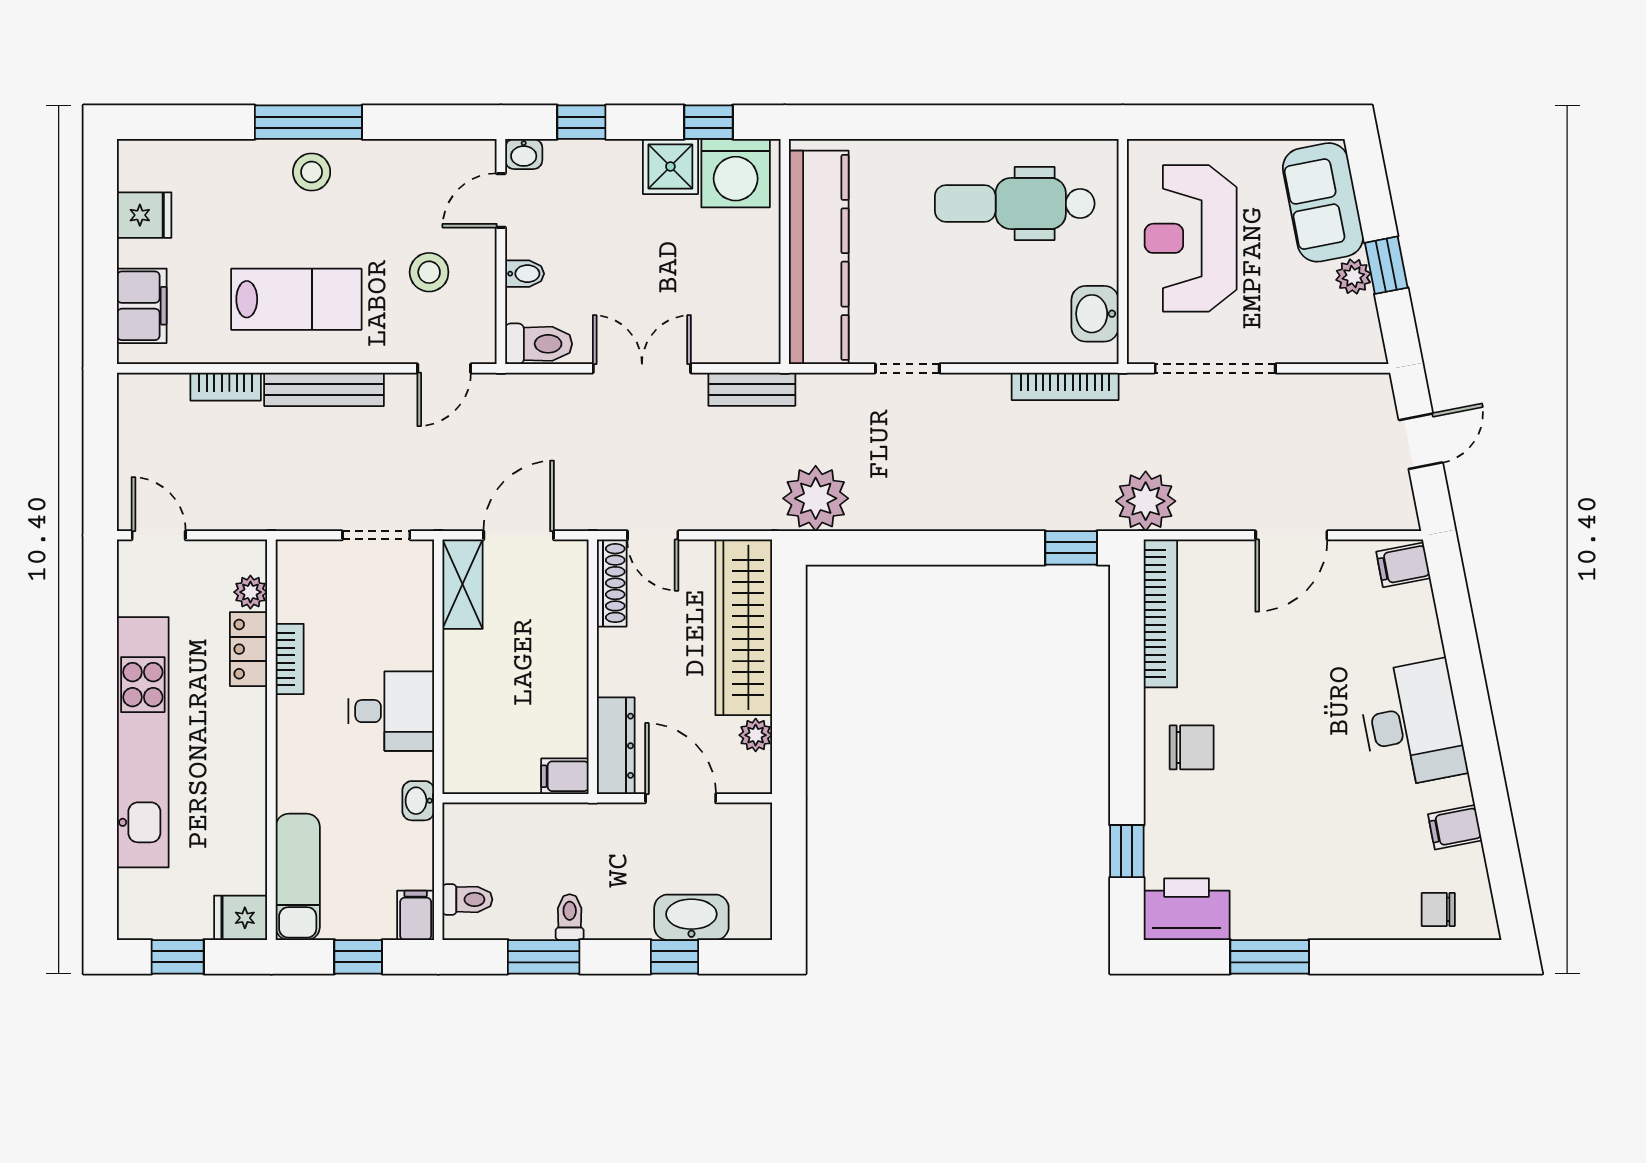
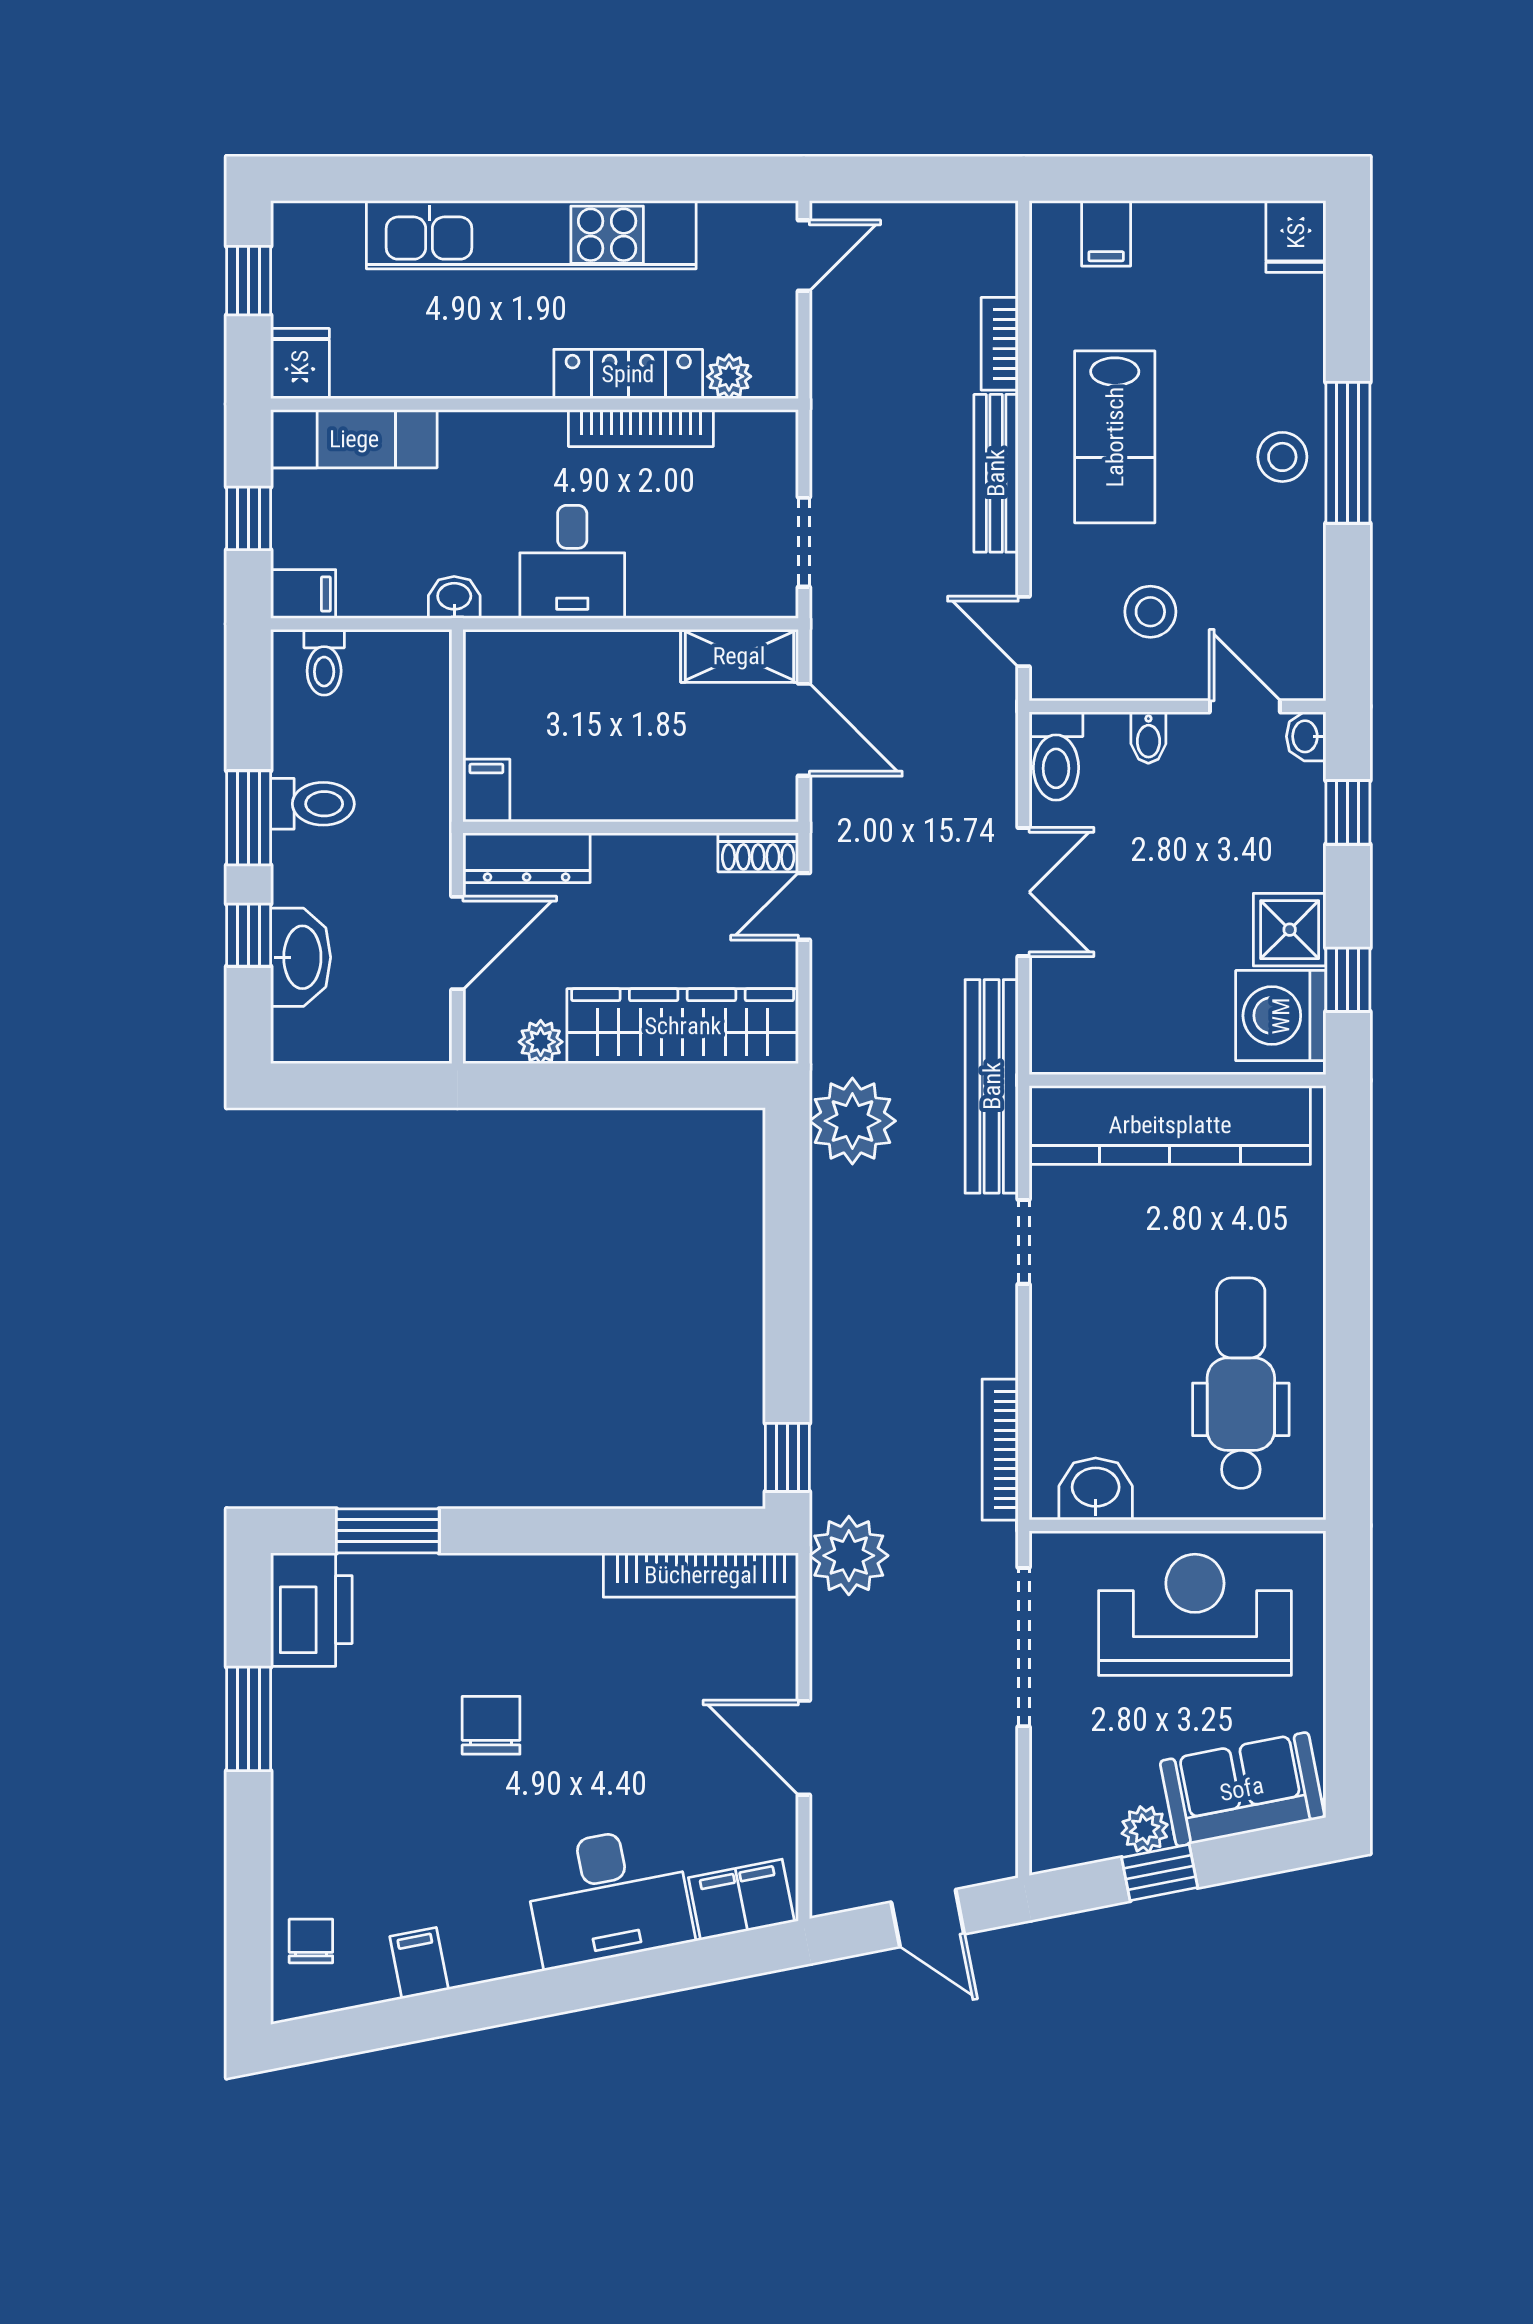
fridge: (144, 215) -> (1296, 236), moved
filing cabinet: (142, 306) -> (1106, 233), width x0.50
bench: (752, 389) -> (992, 1086), width x1.86, depth x1.21
filing cabinet: (1403, 565) -> (741, 1900), width x2.00
shoe rack: (612, 583) -> (758, 852), width x0.70
locker: (249, 649) -> (628, 374), width x1.53
bookcase: (290, 659) -> (641, 428), width x1.56
desk: (1412, 724) -> (608, 1896), moved
chair: (1192, 747) -> (491, 1725), moved, turned 180
window: (1127, 851) -> (388, 1531), width x1.50
toilet: (570, 917) -> (312, 804), width x1.37, depth x1.39
window: (544, 957) -> (249, 818), moved

